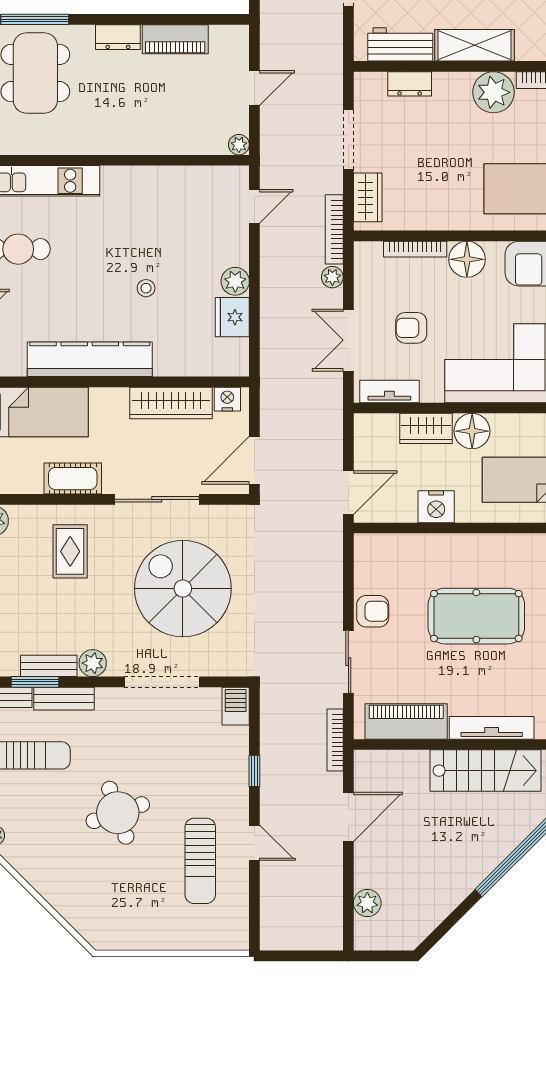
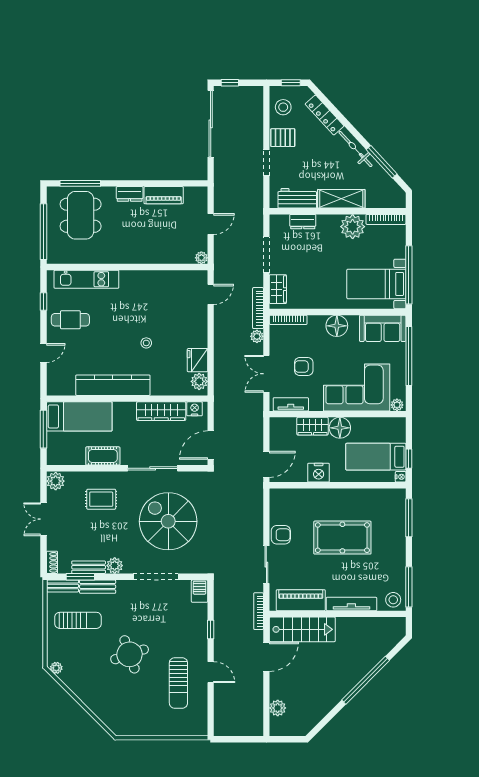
bookcase: (415, 249) -> (288, 320), moved
plant: (235, 281) -> (199, 381), moved
rug: (70, 551) -> (101, 499), turned 90
stairs: (486, 771) -> (302, 629), moved

